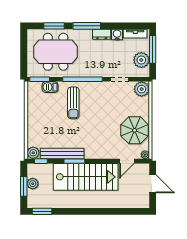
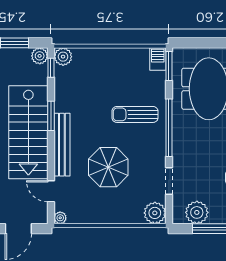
barbecue: (50, 87) -> (158, 59), moved
parasol: (135, 130) -> (108, 167), moved
bench: (62, 154) -> (62, 145), moved
plant: (33, 184) -> (40, 56), moved

